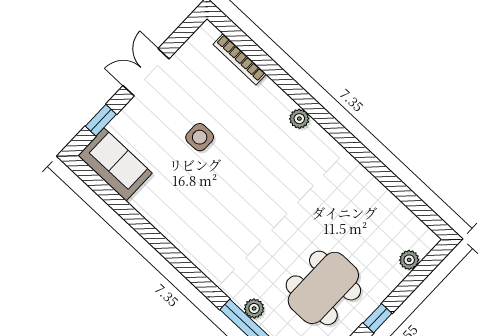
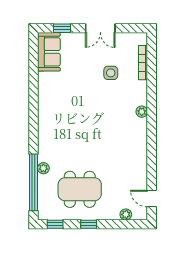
double door: (146, 72) -> (100, 28), swing flipped
side table: (200, 137) -> (111, 73), moved
door: (420, 209) -> (152, 199), added

